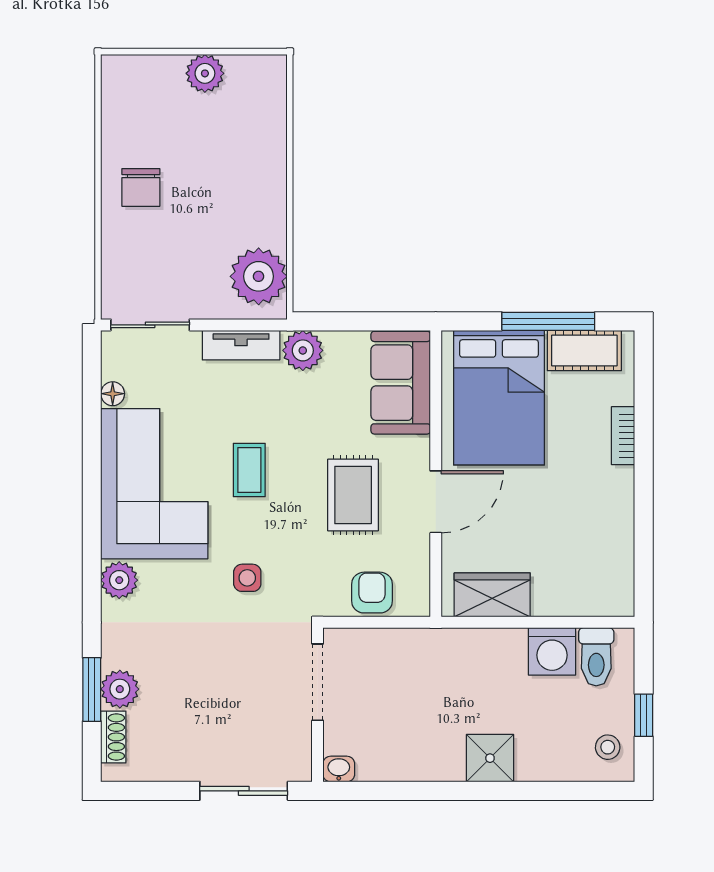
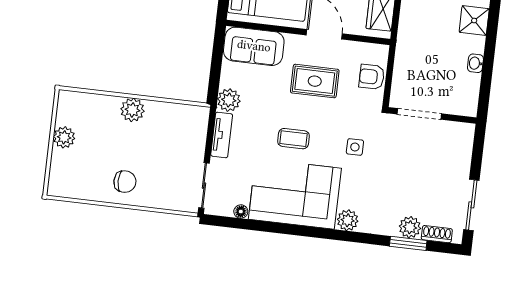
plant: (259, 276) -> (132, 110), moved, width x0.73, depth x0.73
washbasin: (339, 769) -> (475, 63), moved
sliding door: (244, 791) -> (471, 205), moved

